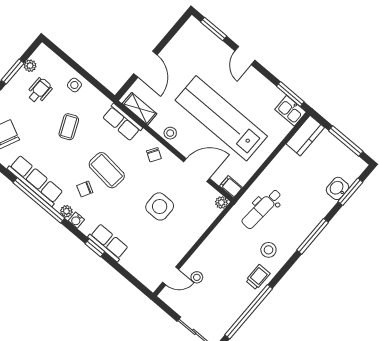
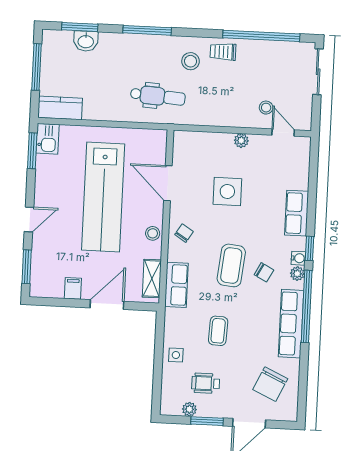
coffee table: (69, 127) -> (218, 331), turned -63
filing cabinet: (231, 187) -> (73, 288), moved, turned 180
plant: (221, 203) -> (241, 141), moved
window: (95, 248) -> (309, 248), moved

